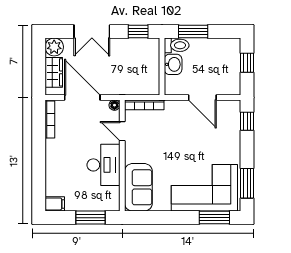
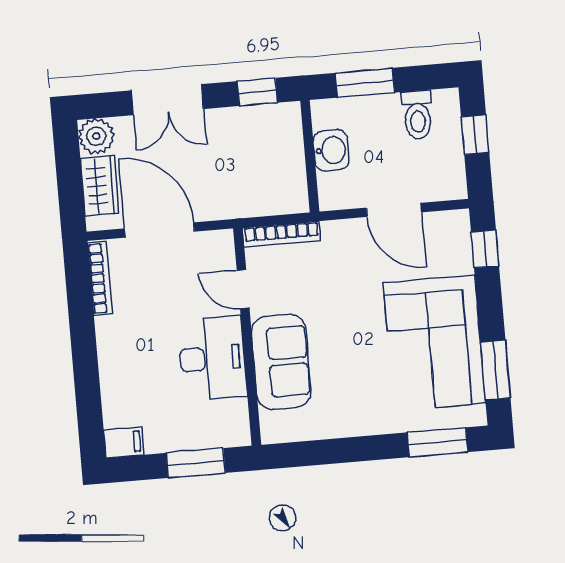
toilet: (177, 45) -> (417, 115), moved, turned 90
floor lamp: (114, 105) -> (224, 240), removed
sofa: (138, 187) -> (281, 362), moved
corner sofa: (204, 188) -> (434, 343), moved, turned -90

